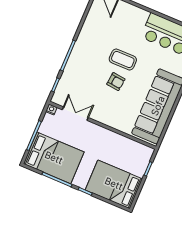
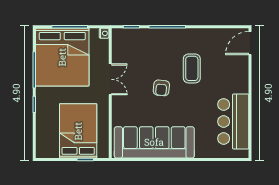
coffee table: (123, 59) -> (192, 68), moved
double door: (75, 114) -> (110, 79), moved
bed: (54, 158) -> (62, 57), width x1.36
bed: (114, 184) -> (78, 131), moved

